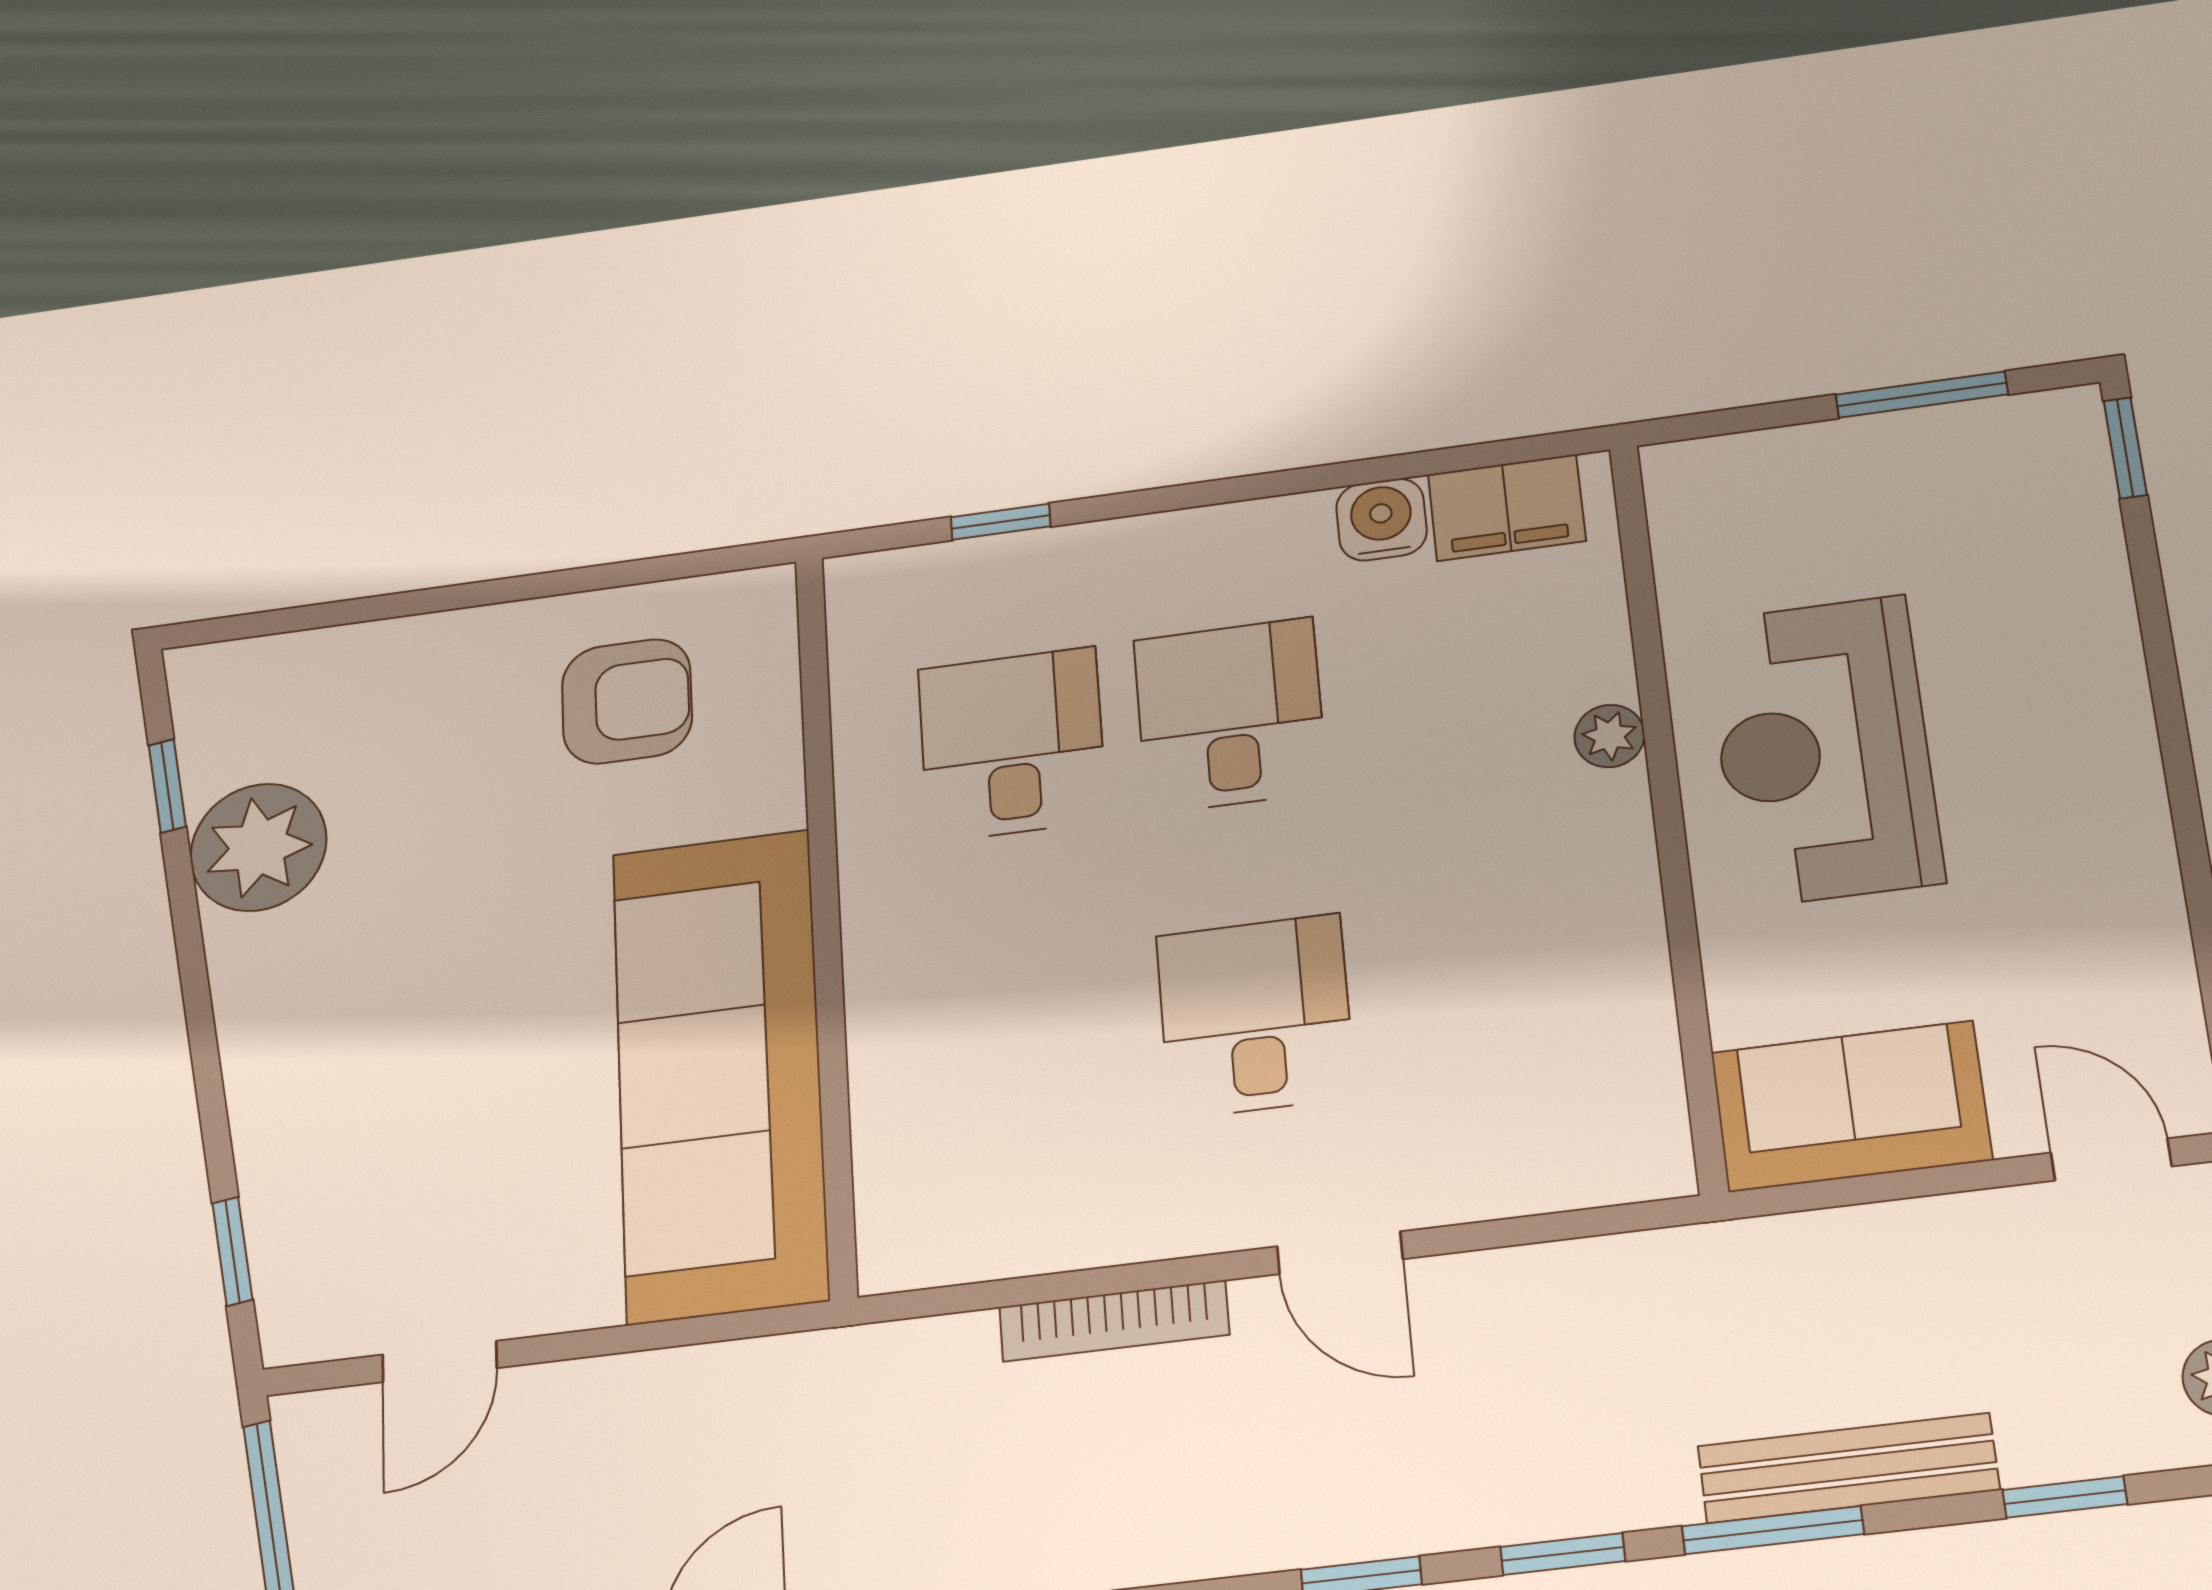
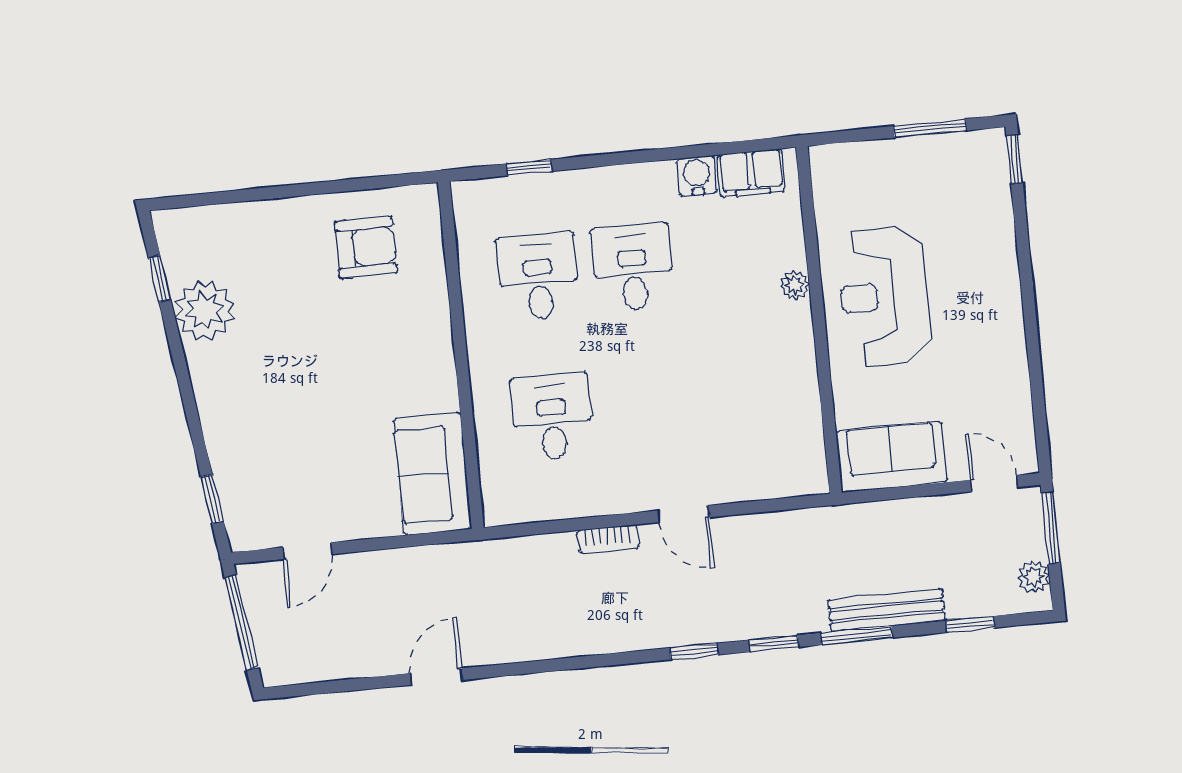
desk: (1255, 1016) -> (552, 417), moved
sofa: (719, 1073) -> (433, 474), width x0.54, depth x0.79
bookcase: (1114, 1321) -> (608, 539), width x0.64

